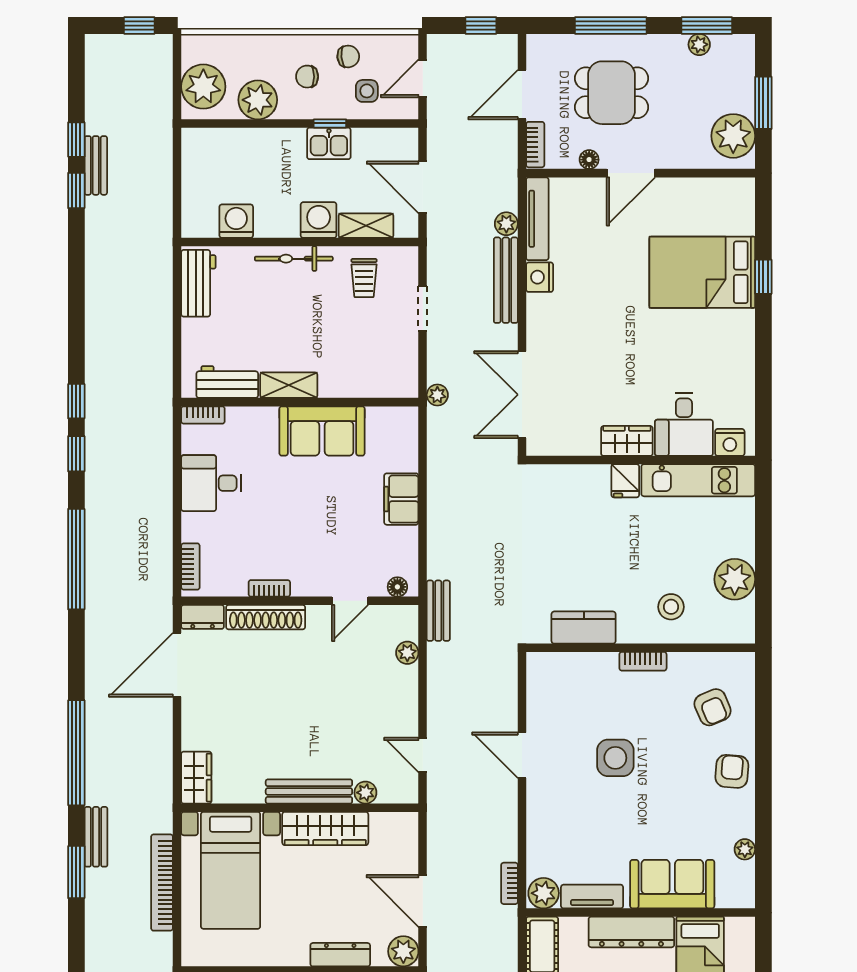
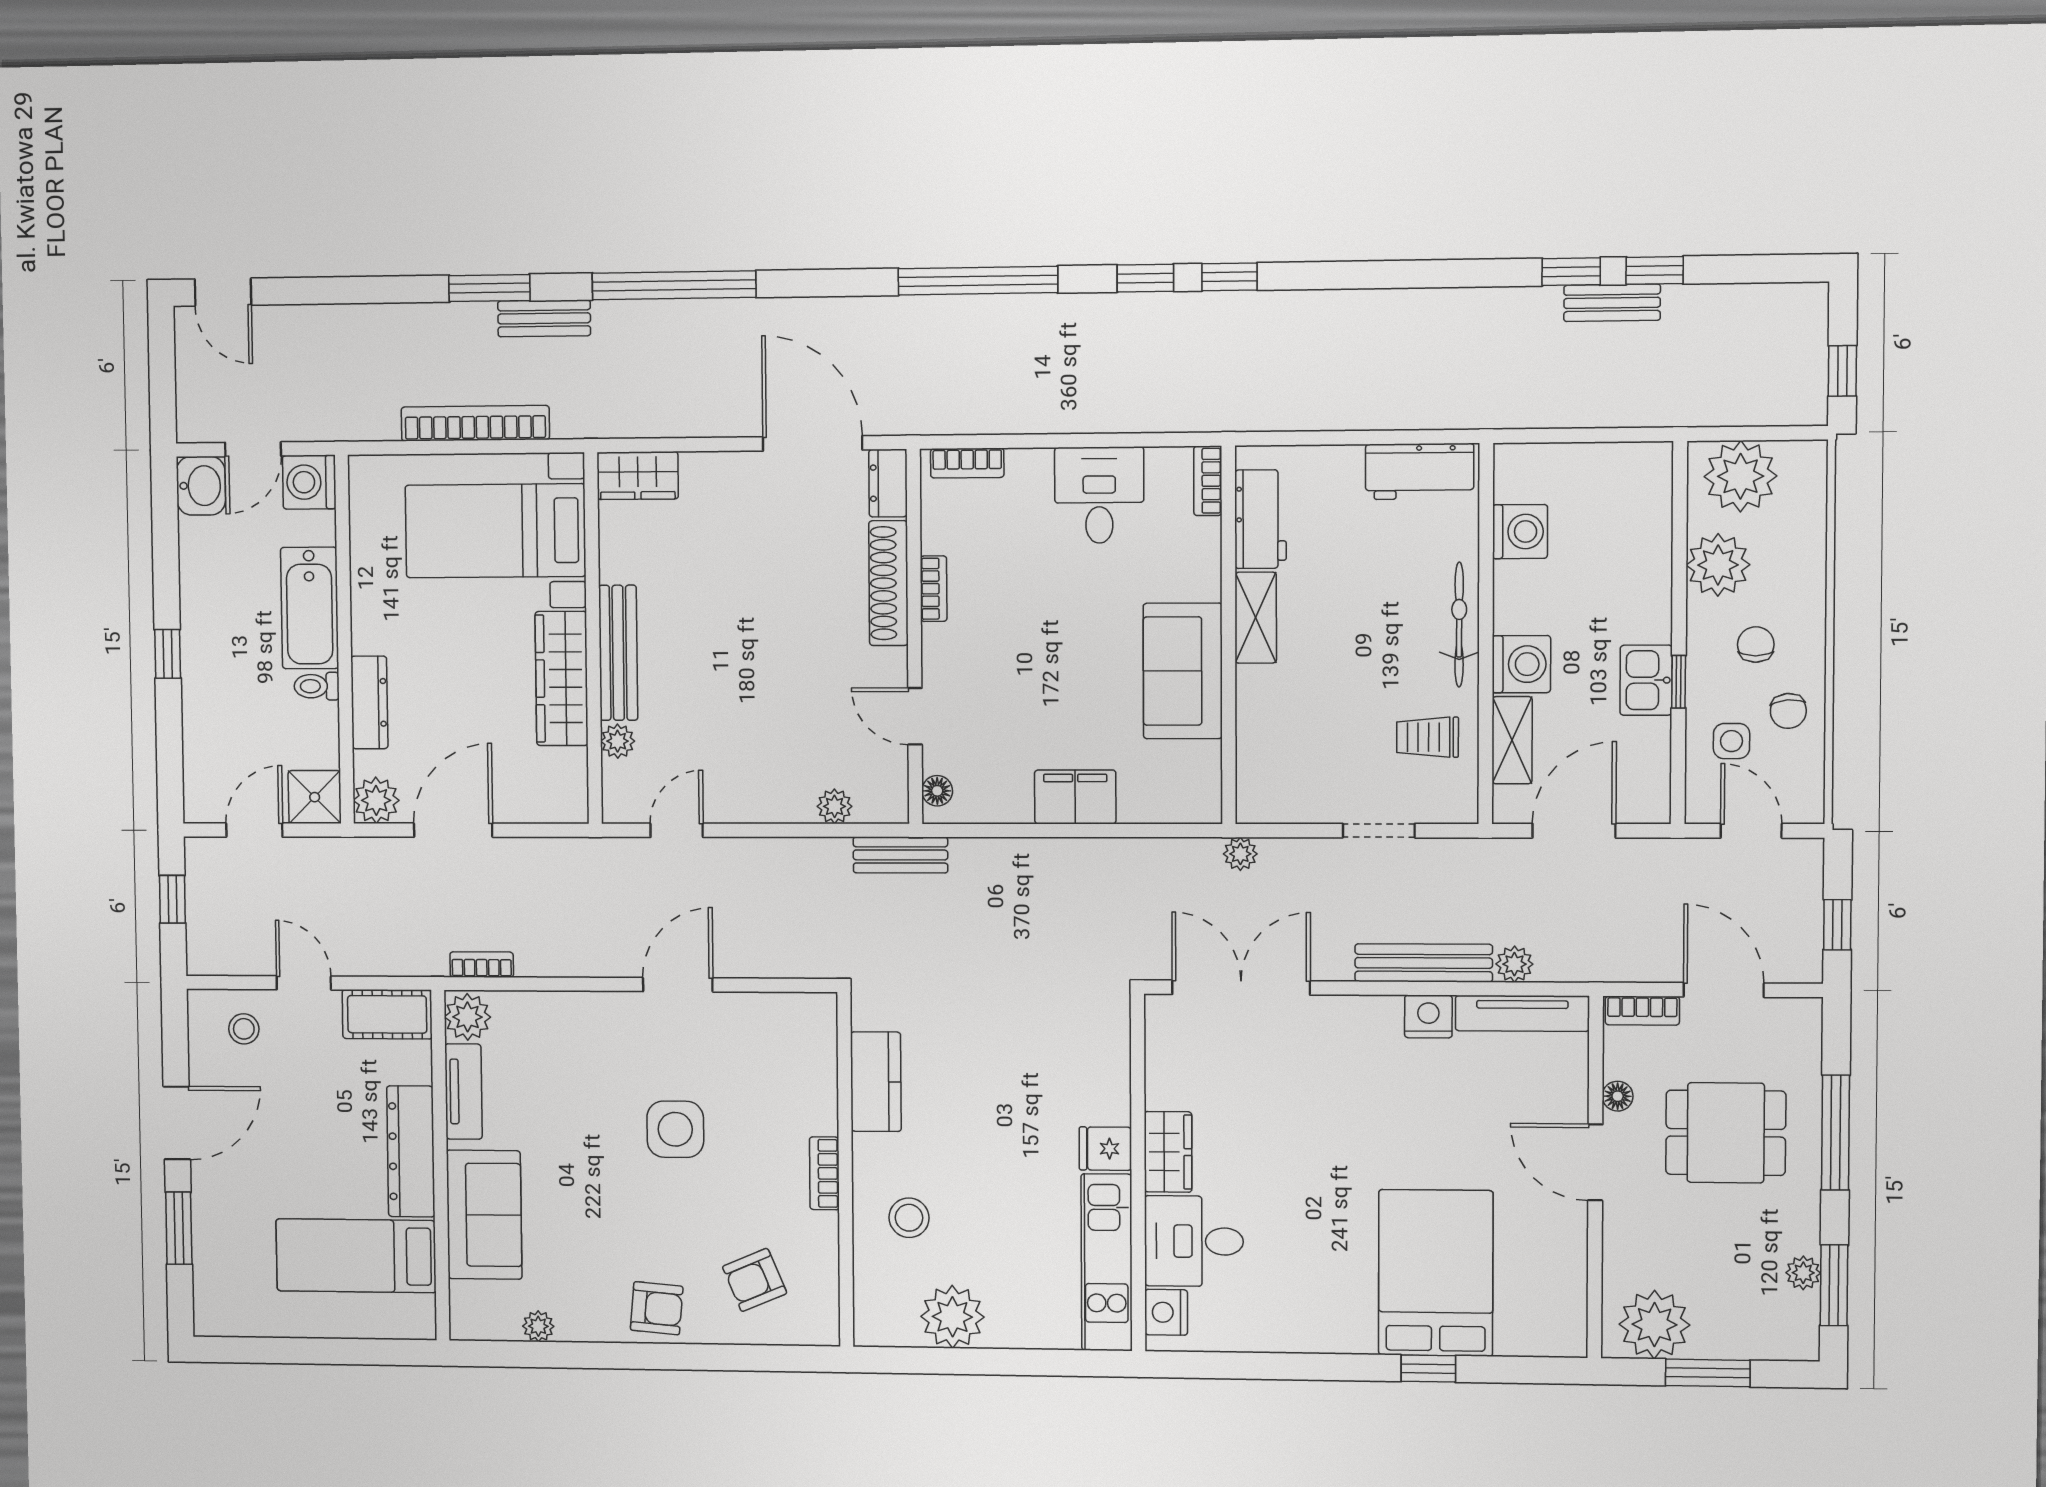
dining table: (612, 93) -> (1726, 1133), turned 90

